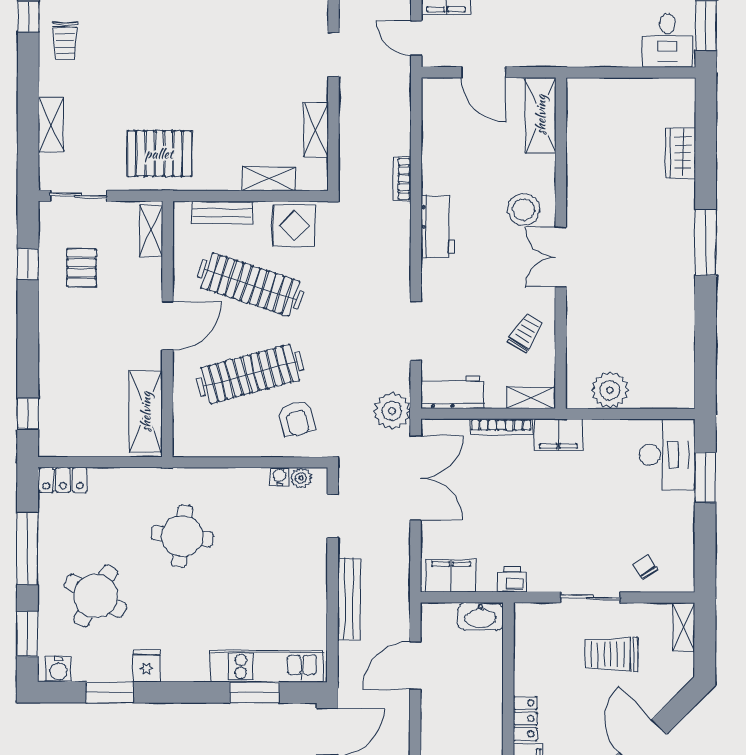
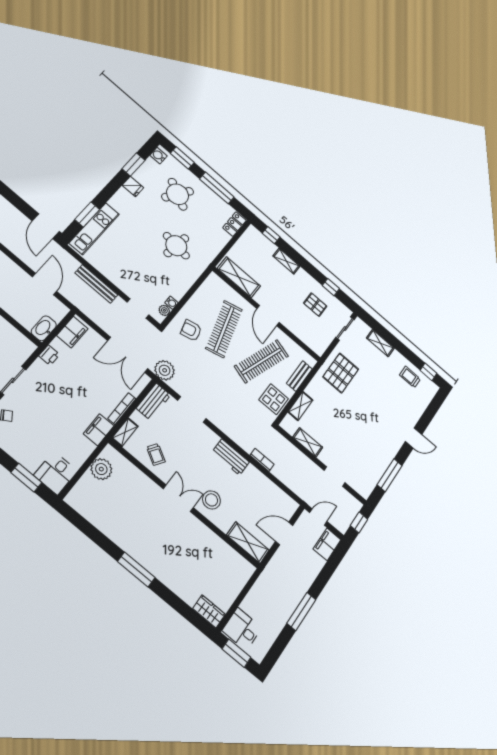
wardrobe: (681, 153) -> (209, 611), moved
shelving: (151, 231) -> (286, 261), moved
desk: (667, 455) -> (56, 473), width x0.73

